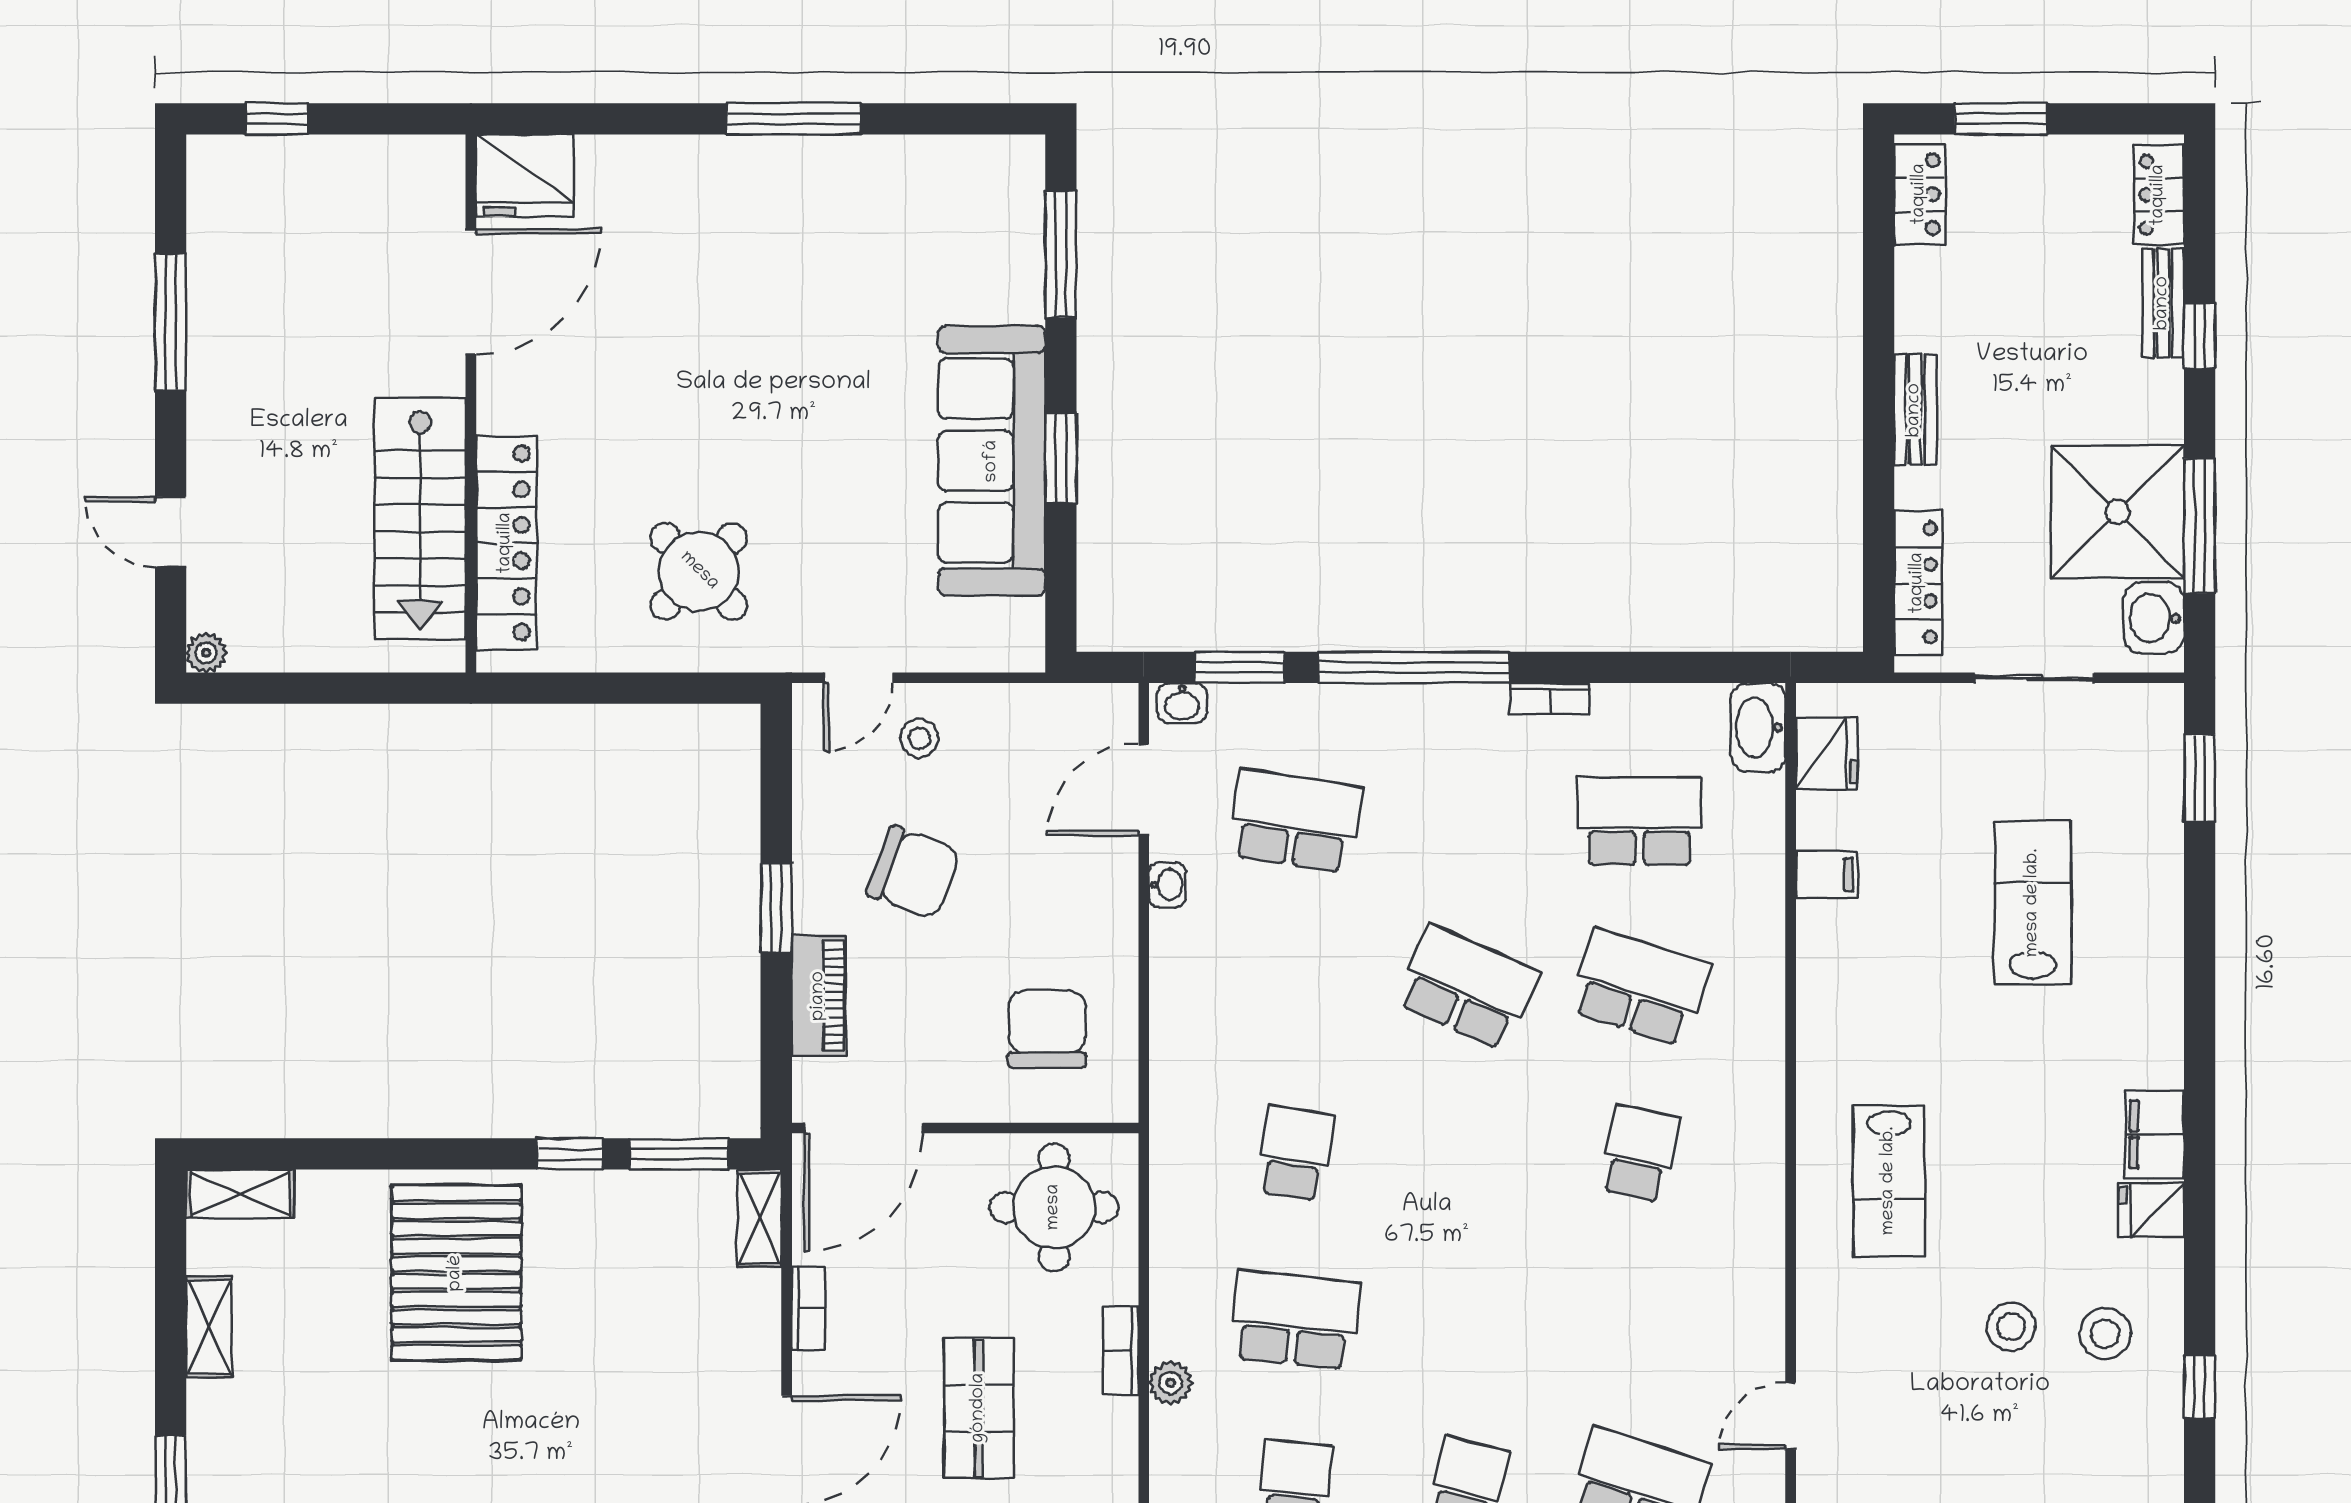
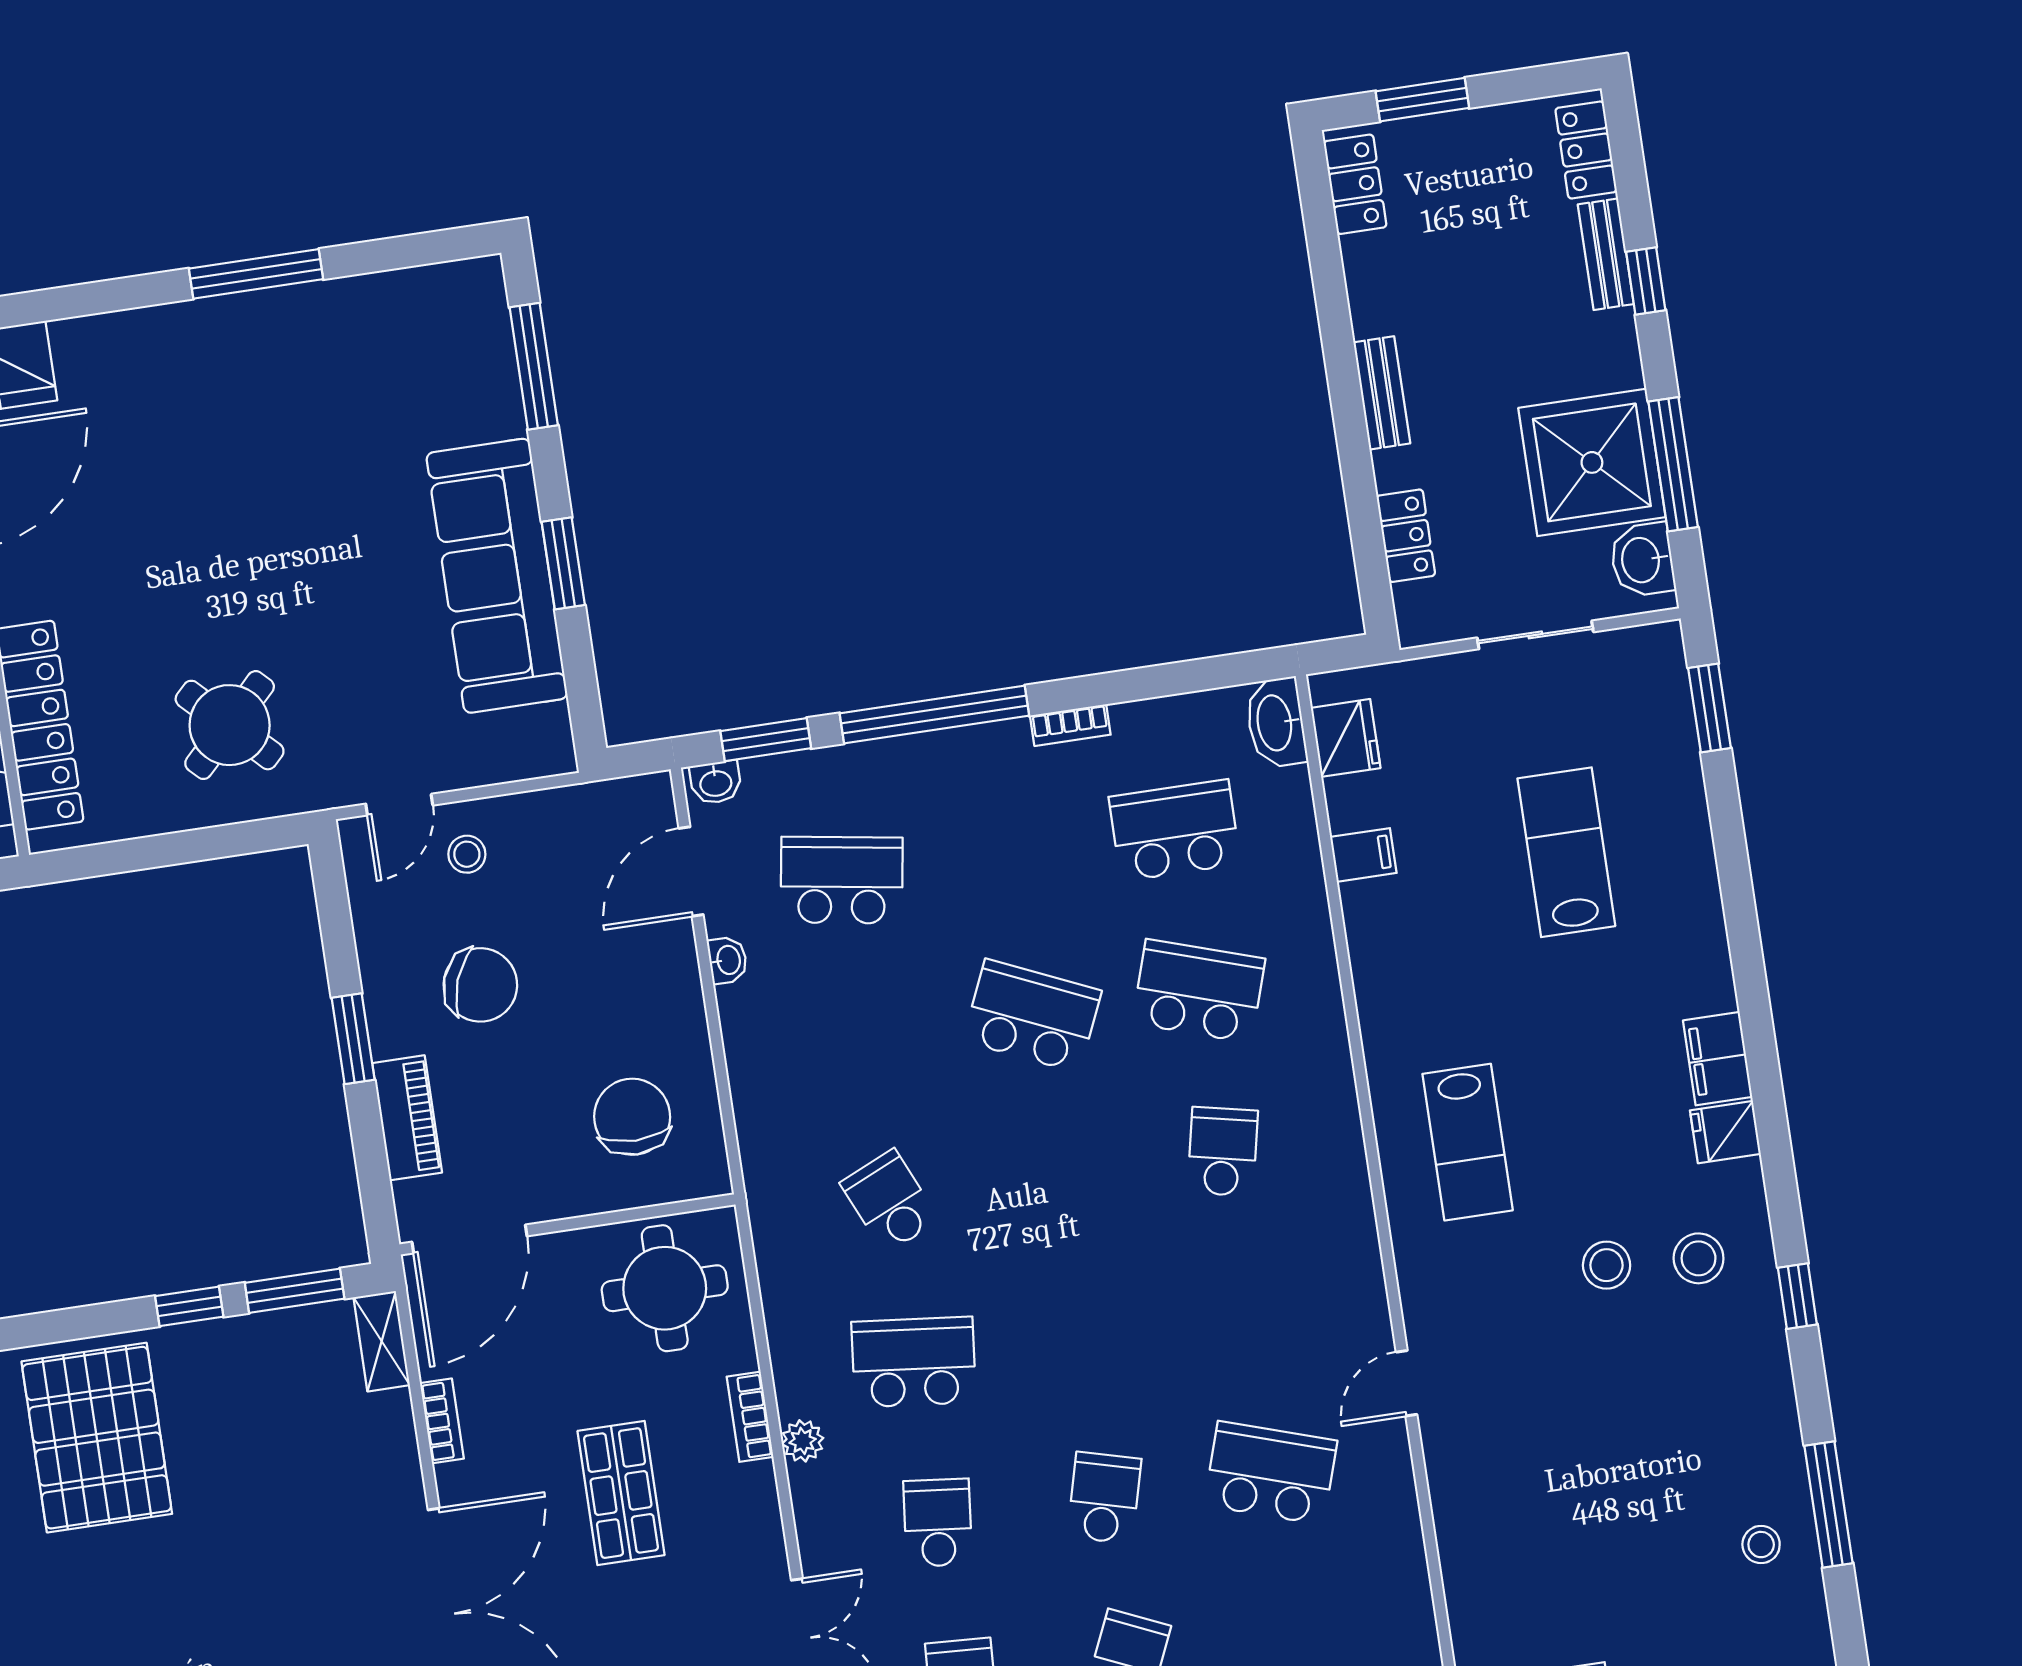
locker: (1918, 583) -> (1406, 536), width x0.66
school desk: (1295, 1154) -> (890, 1201), turned -33

